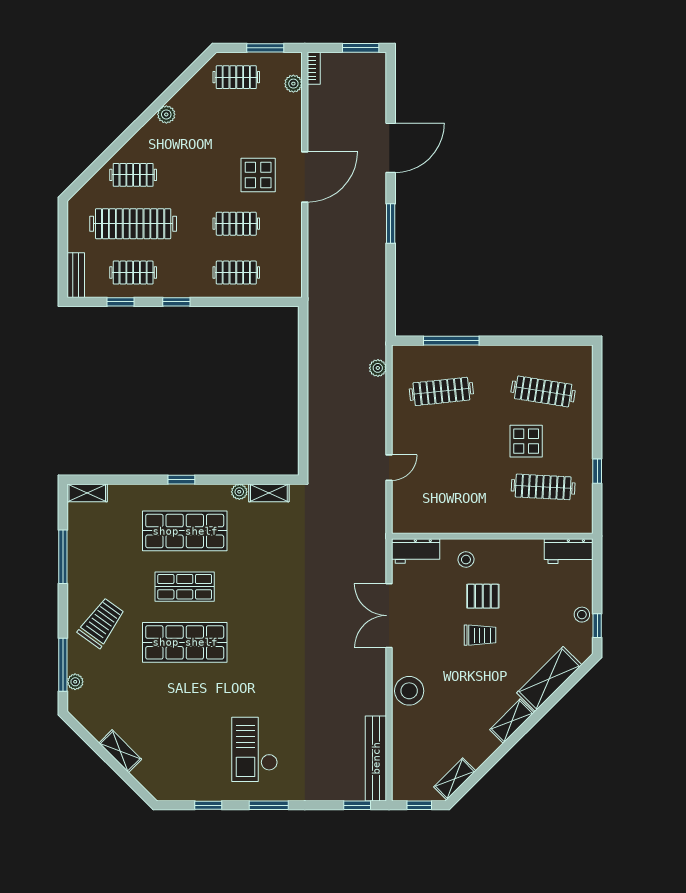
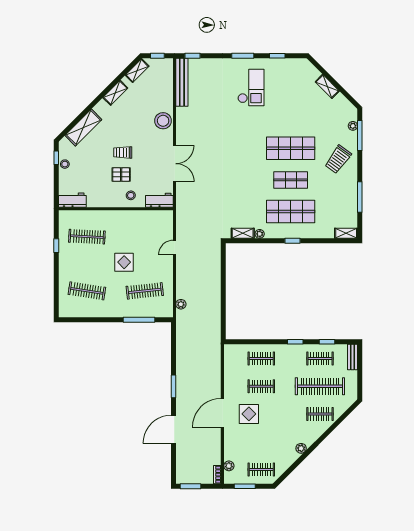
display table: (526, 441) -> (124, 262), moved
shelving: (512, 721) -> (115, 93), moved

